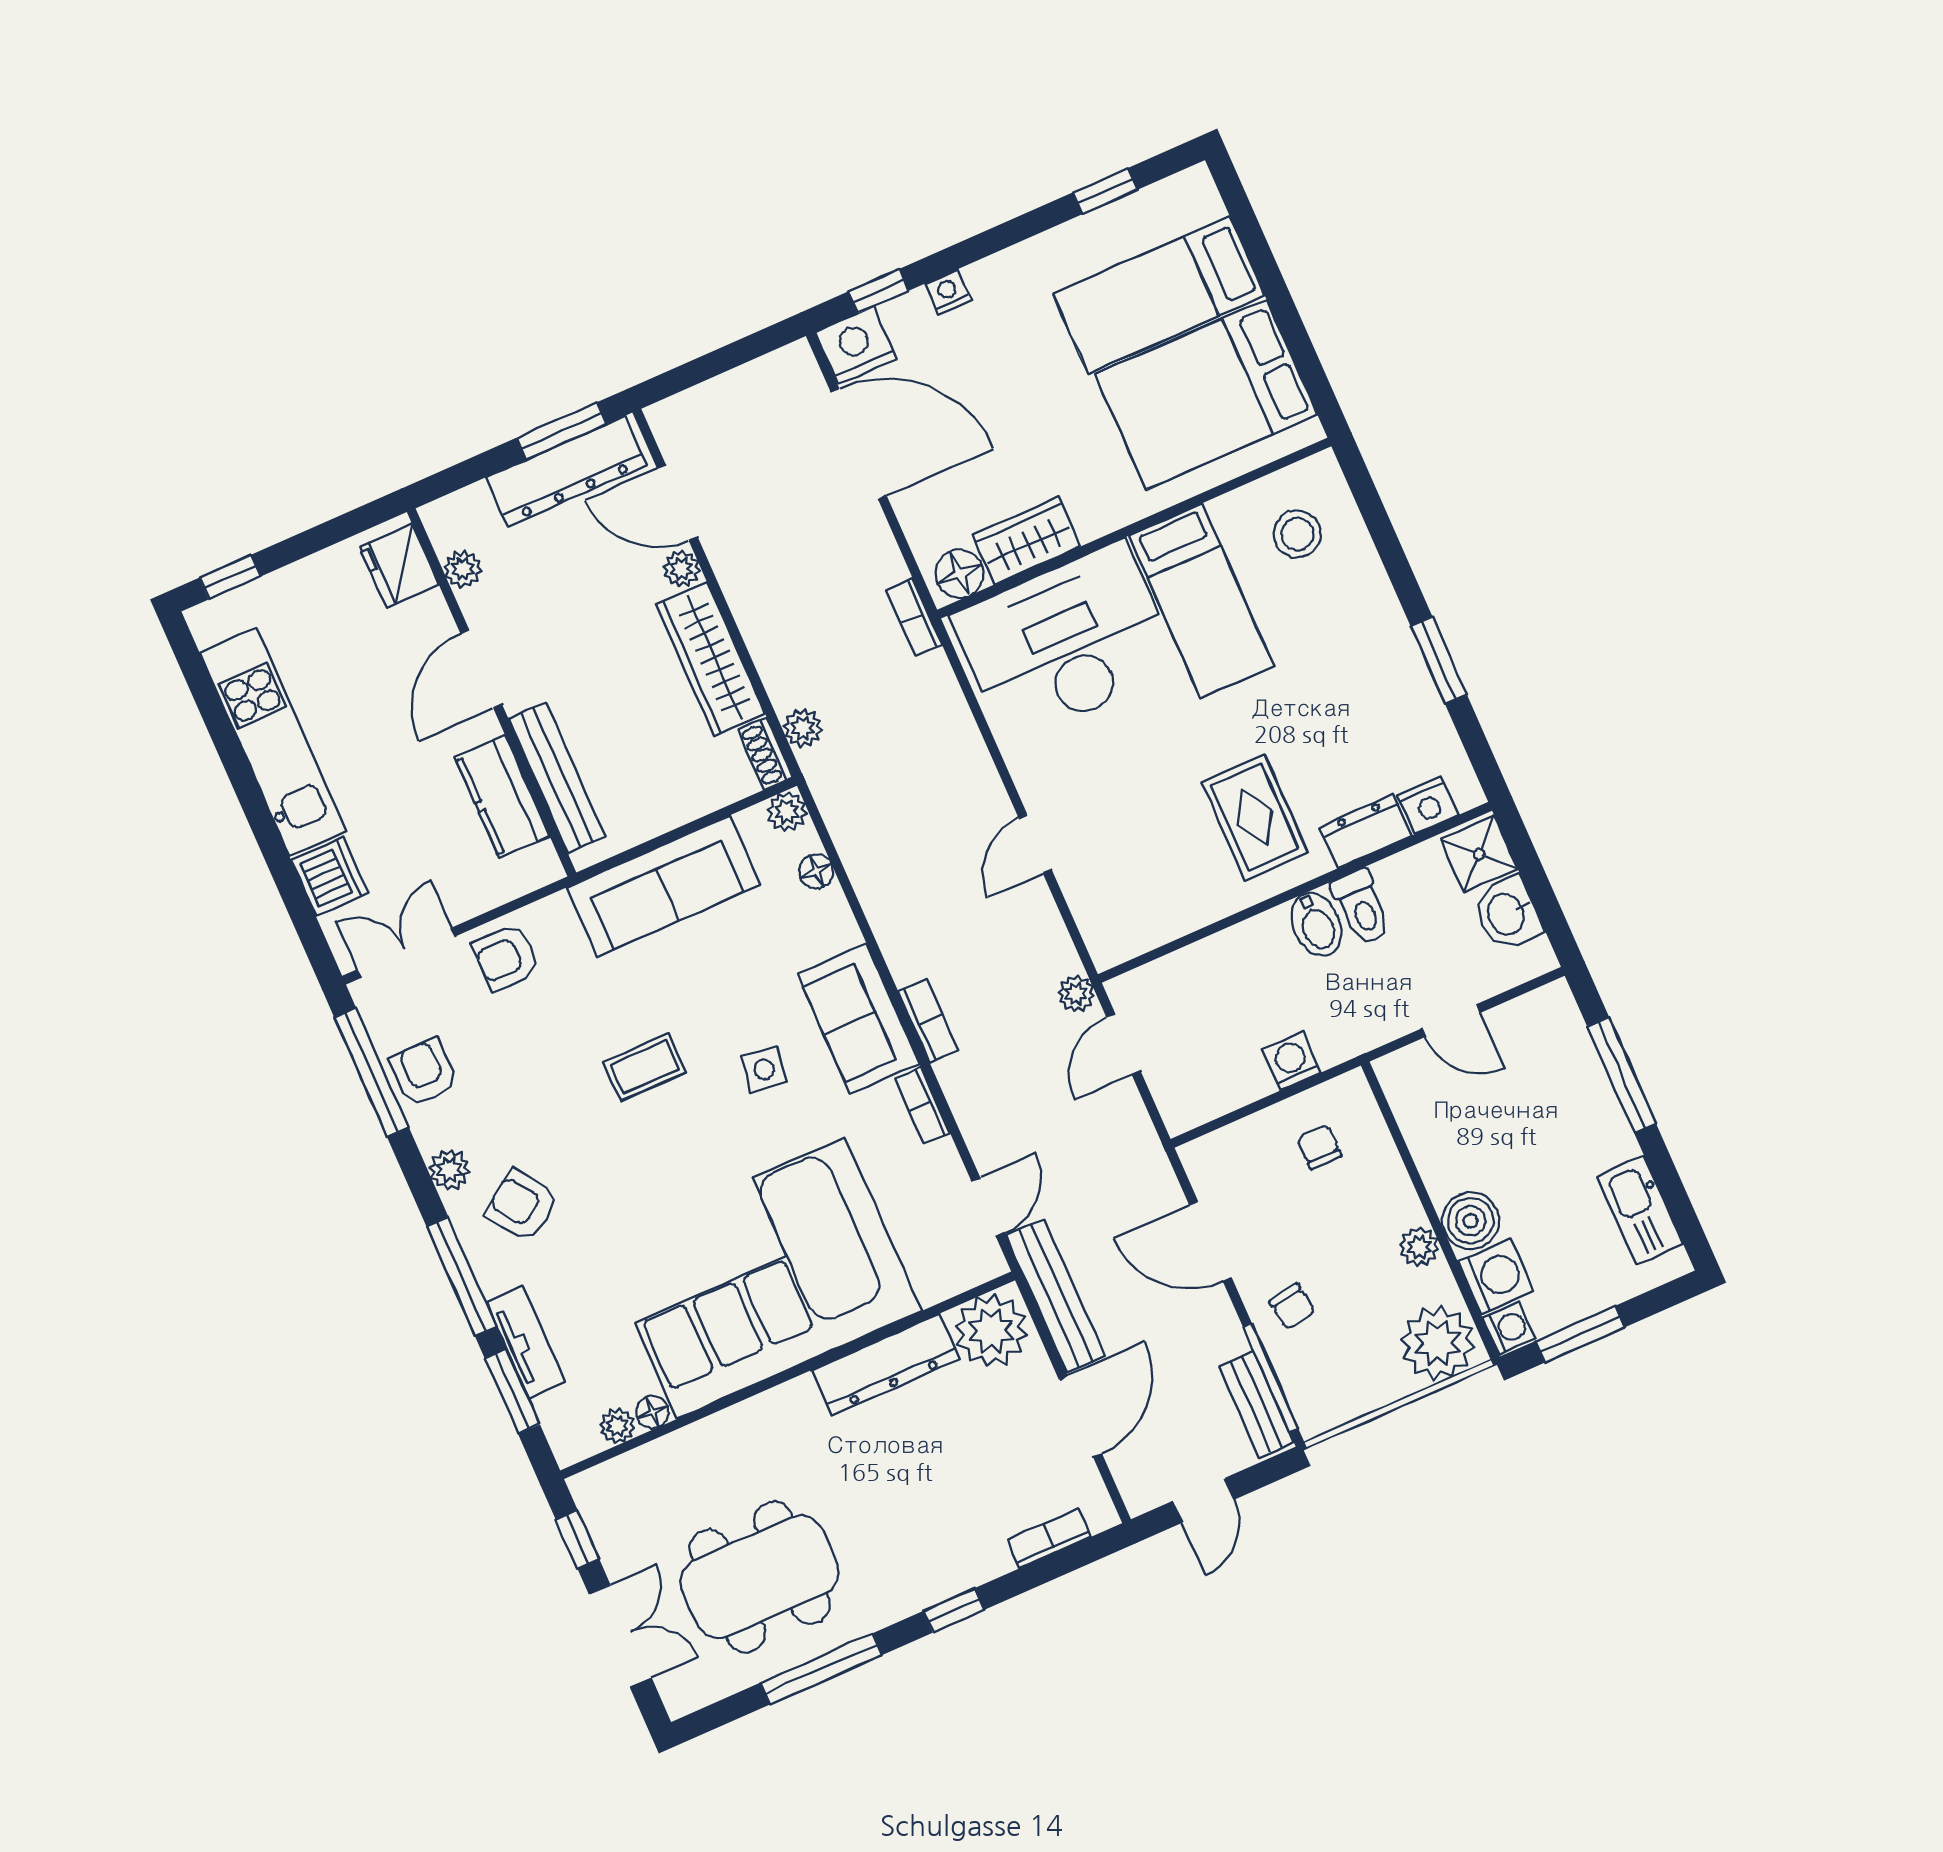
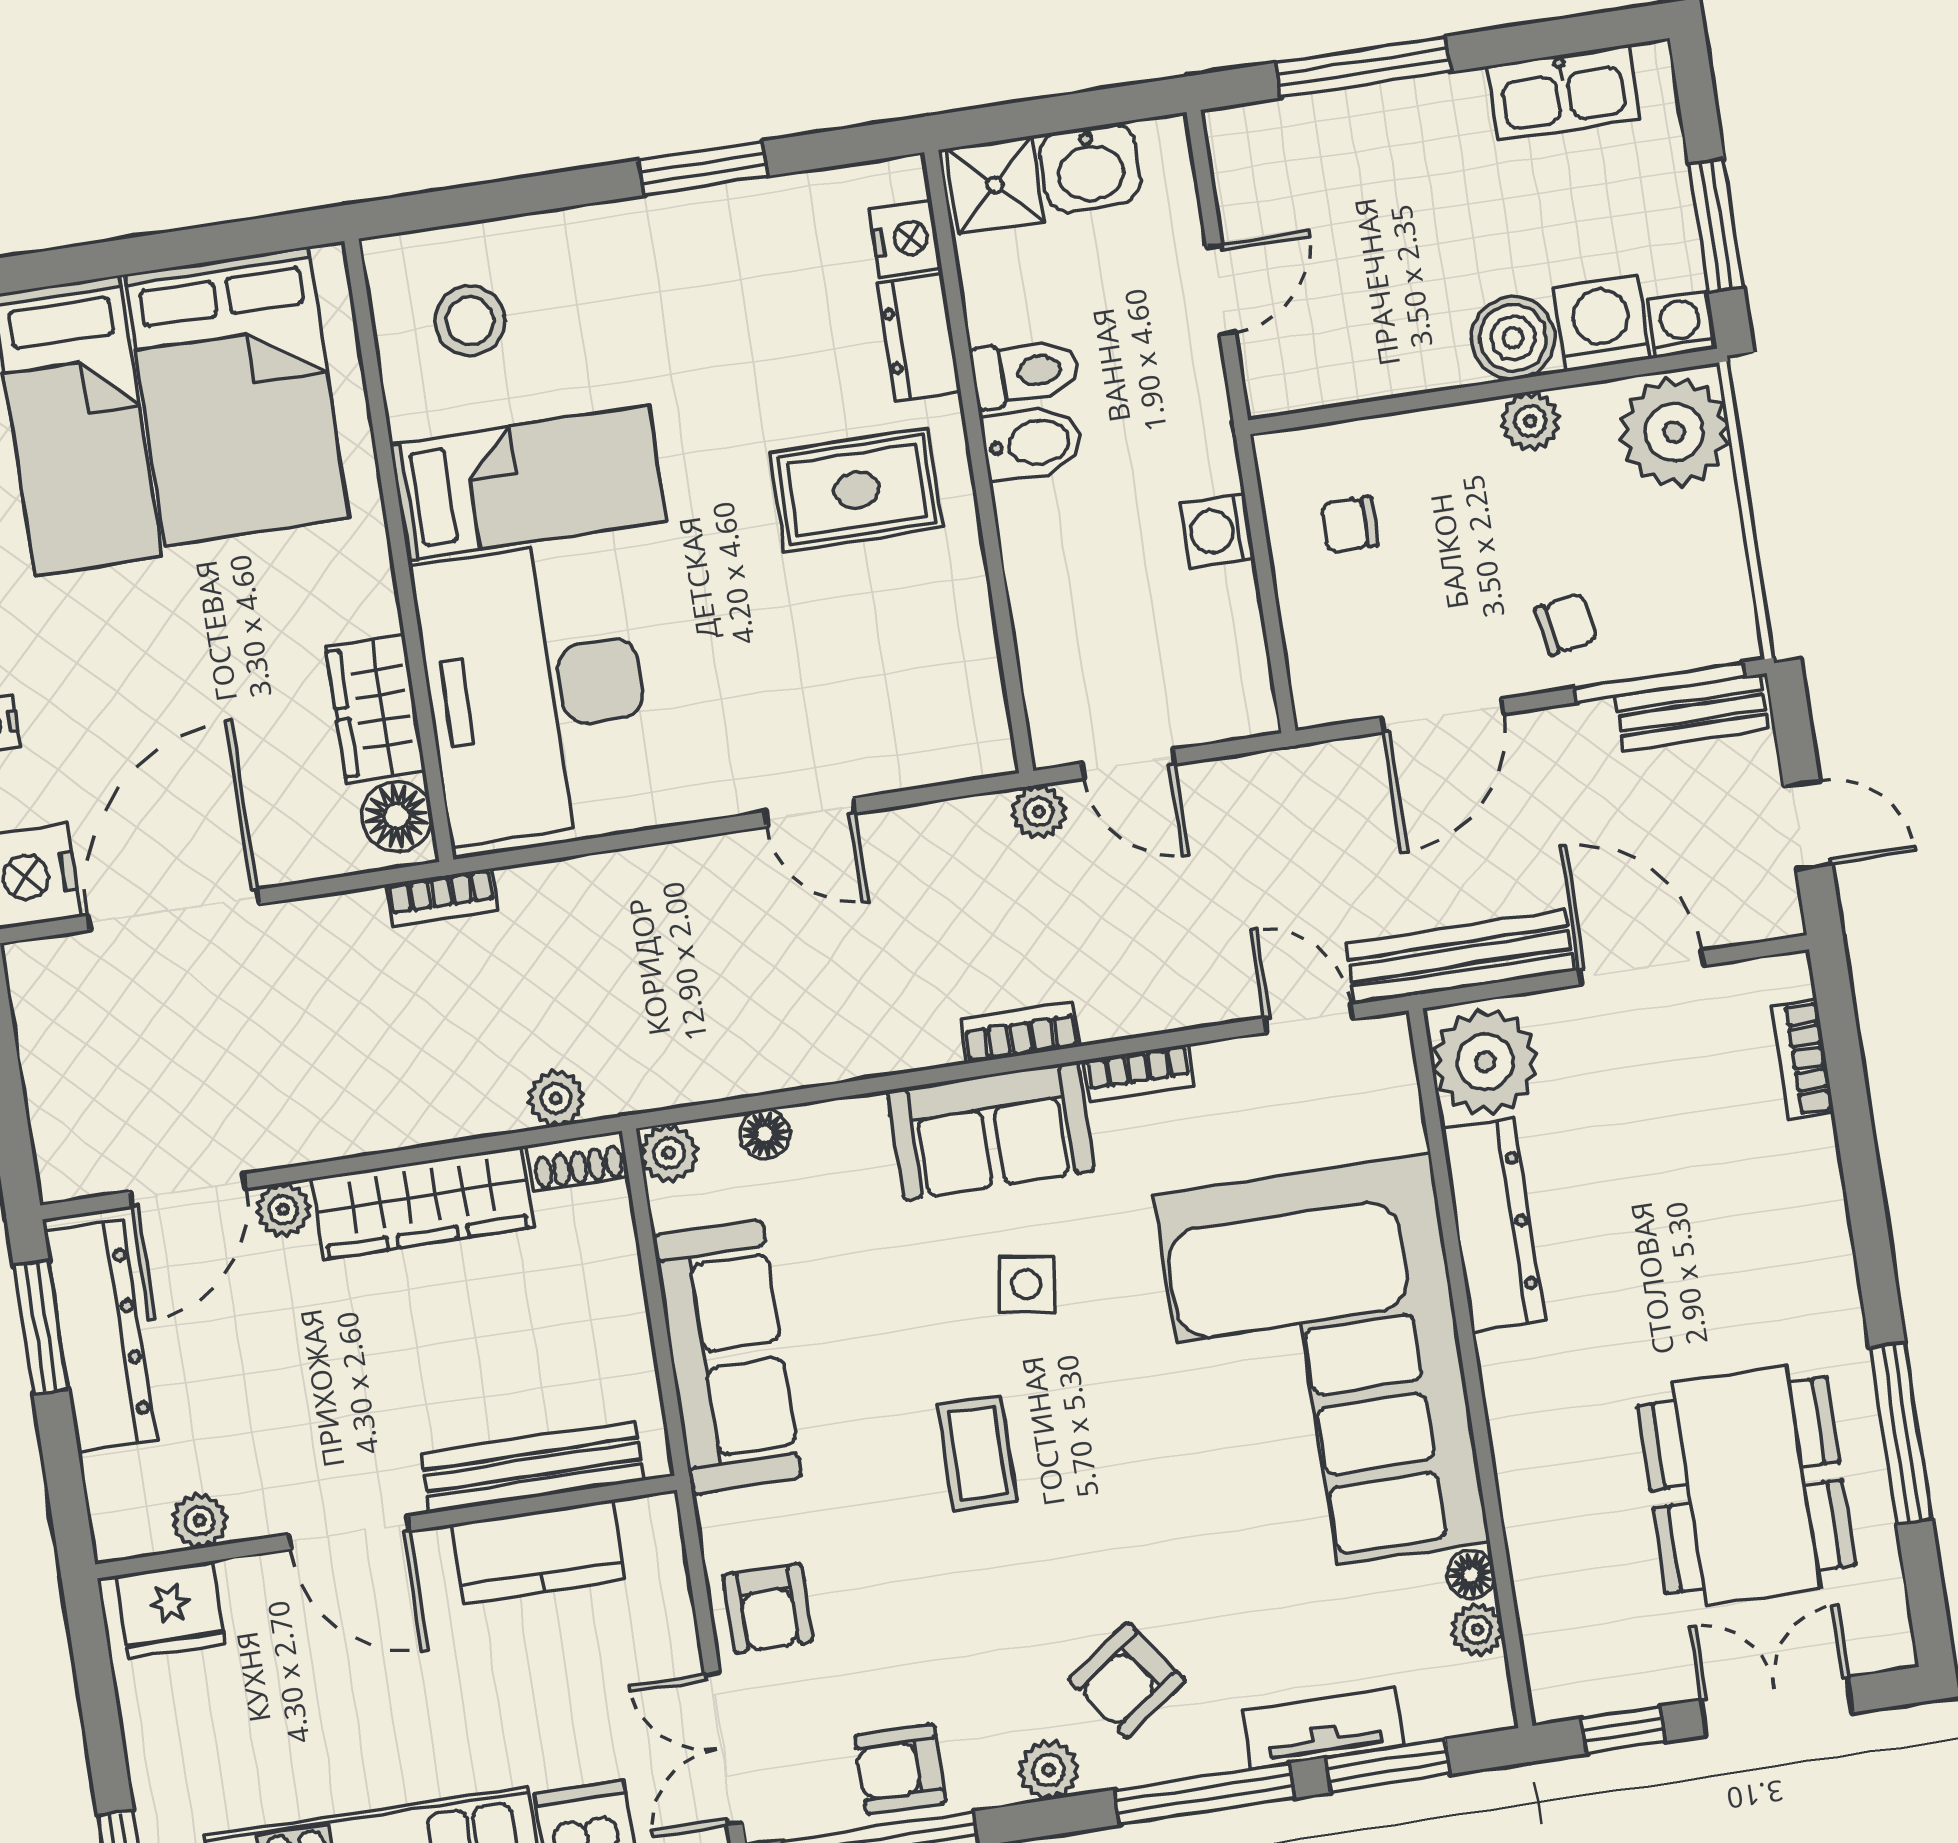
window: (954, 1610) -> (1869, 1222), removed

